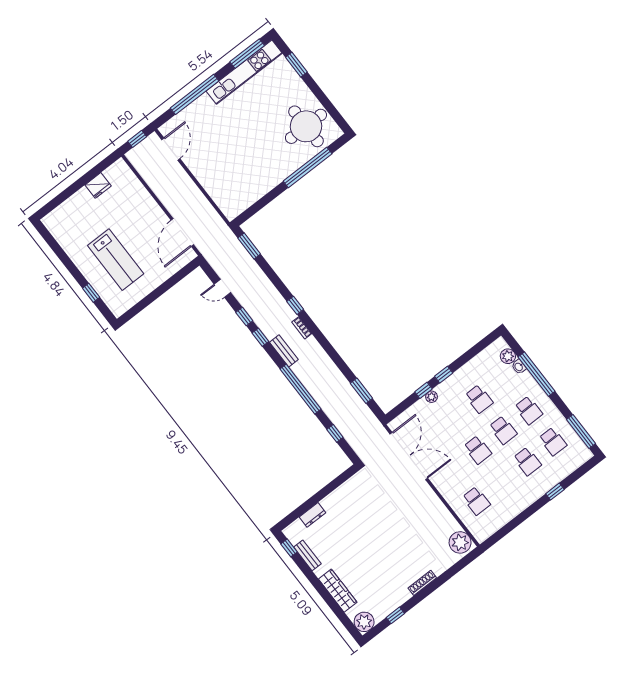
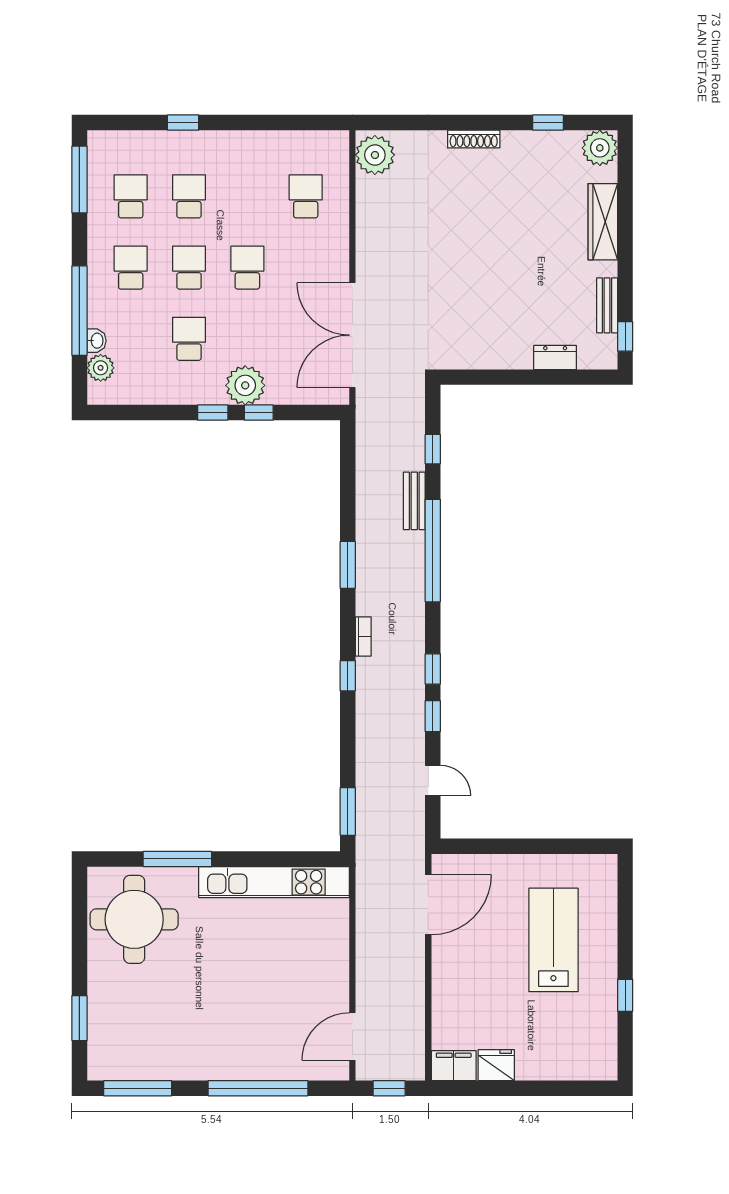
kitchen unit: (244, 72) -> (274, 882), moved, turned 180
window: (308, 167) -> (177, 859), width x0.68
filing cabinet: (117, 171) -> (454, 1066), added
window: (91, 293) -> (625, 995), moved
bench: (284, 351) -> (414, 501), moved
window: (361, 391) -> (348, 565), moved
plant: (431, 397) -> (245, 385), width x1.88, depth x1.88

